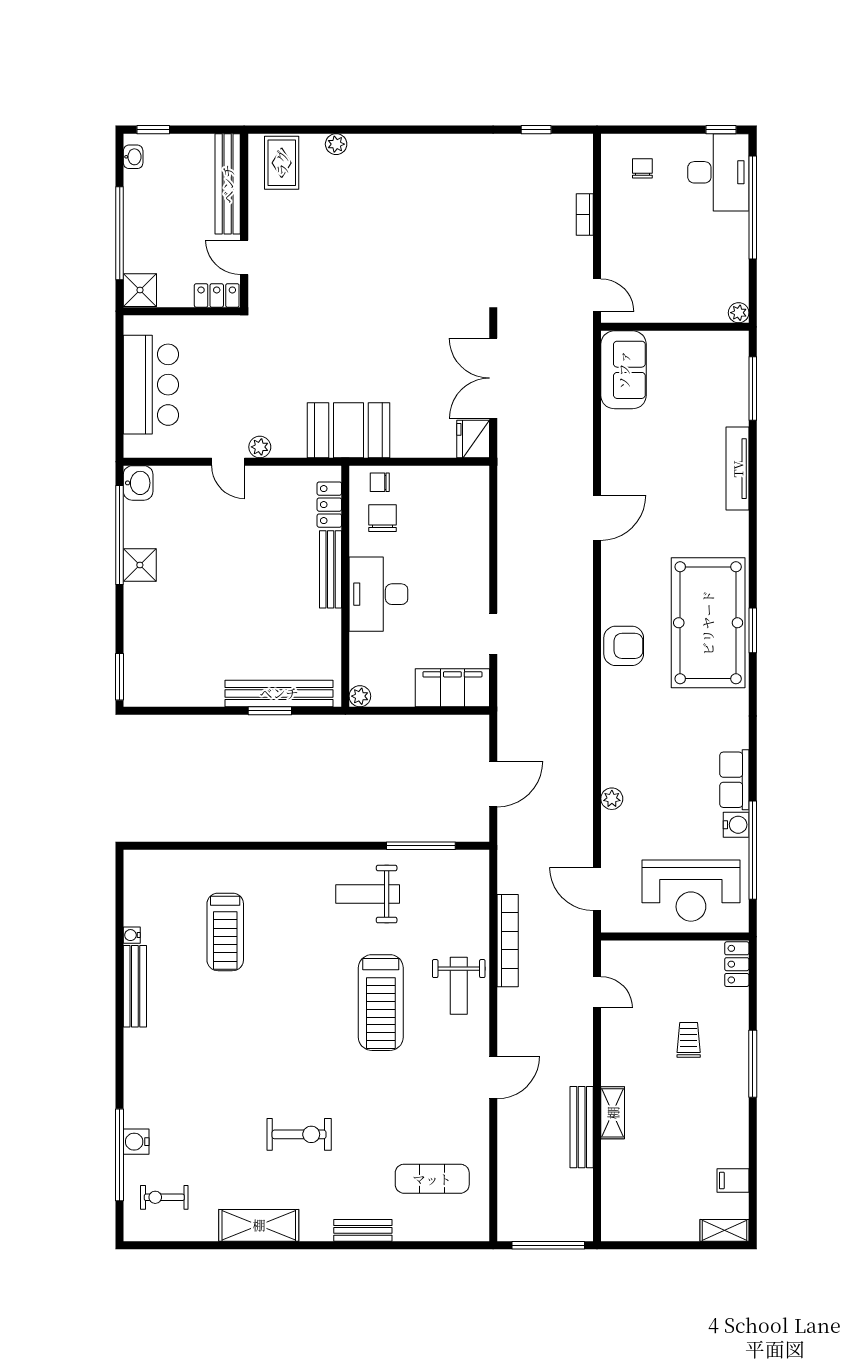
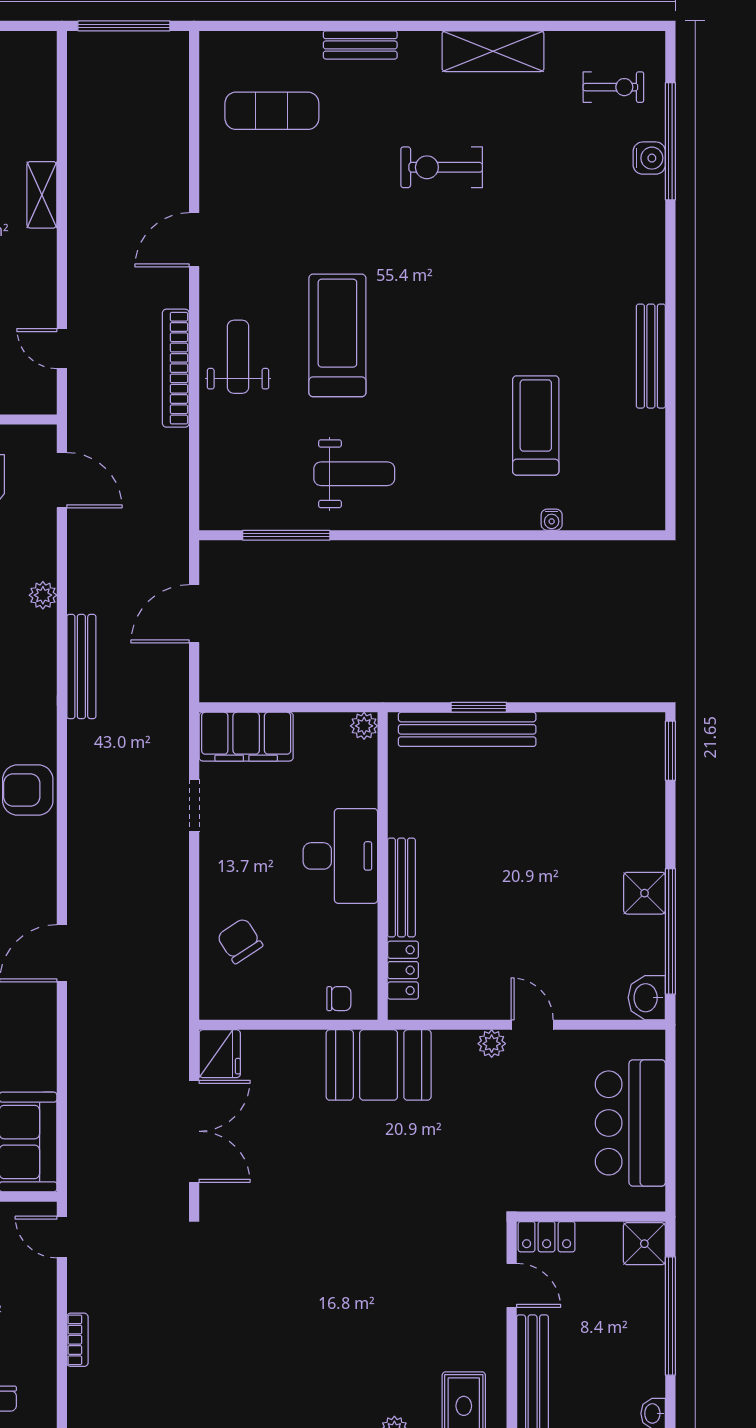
chair: (383, 518) -> (240, 941), moved, turned 147
water cooler: (132, 935) -> (552, 520), moved, turned 90
bookcase: (508, 941) -> (176, 368), moved
bench: (582, 1127) -> (81, 666), moved

